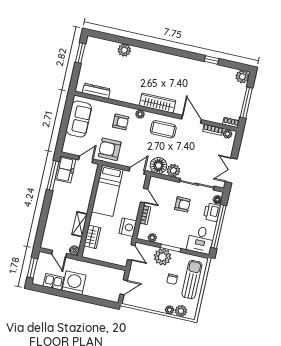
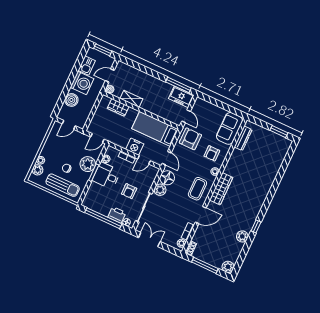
plant: (124, 50) -> (242, 236), moved
window: (212, 60) -> (256, 226), moved
sofa: (79, 119) -> (229, 128), moved, turned 90
nightstand: (128, 227) -> (135, 147), moved
desk: (201, 240) -> (107, 176), moved
door: (124, 287) -> (69, 125), hinge flipped
boiler: (95, 290) -> (71, 100), added

